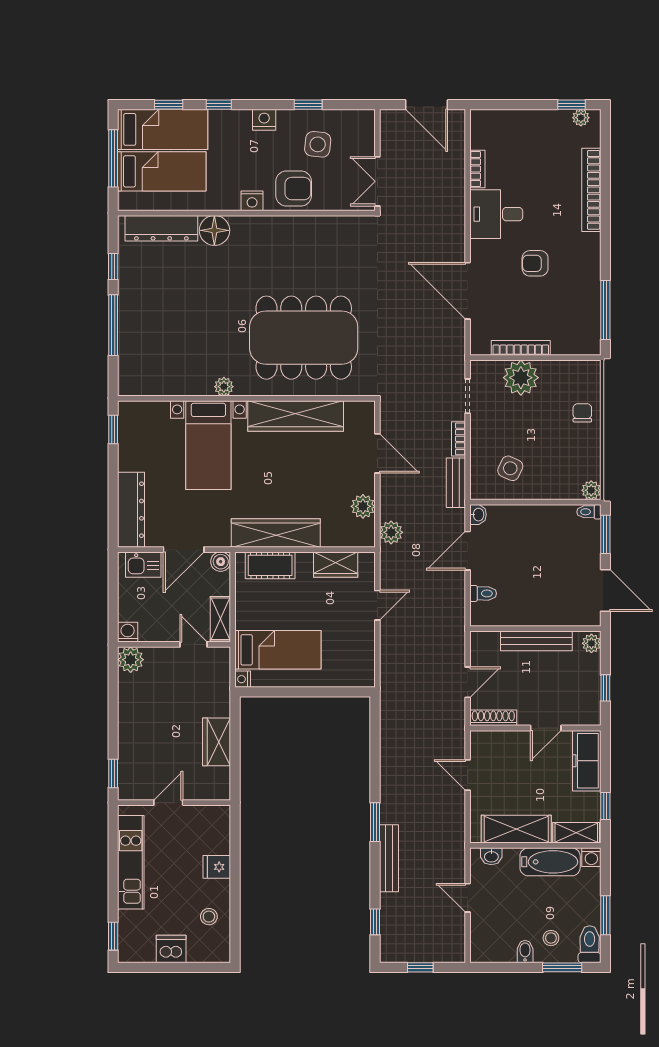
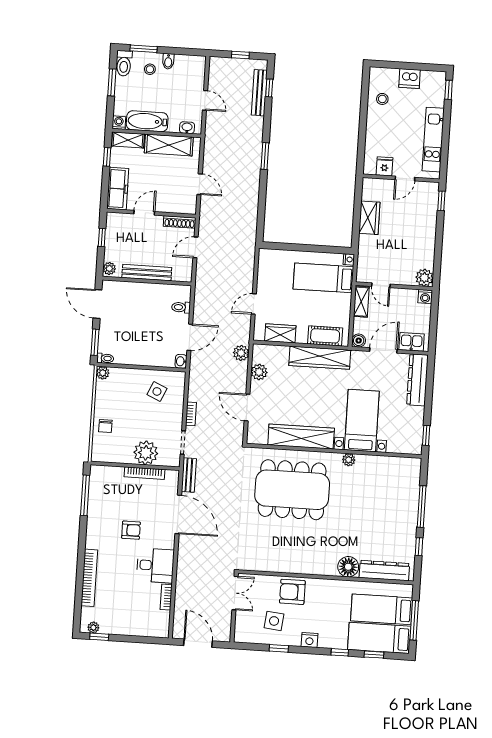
nightstand: (252, 201) -> (321, 585), removed
bench: (456, 483) -> (189, 475), moved
bench: (389, 858) -> (259, 93), moved
fridge: (217, 867) -> (384, 166), moved, turned -90

